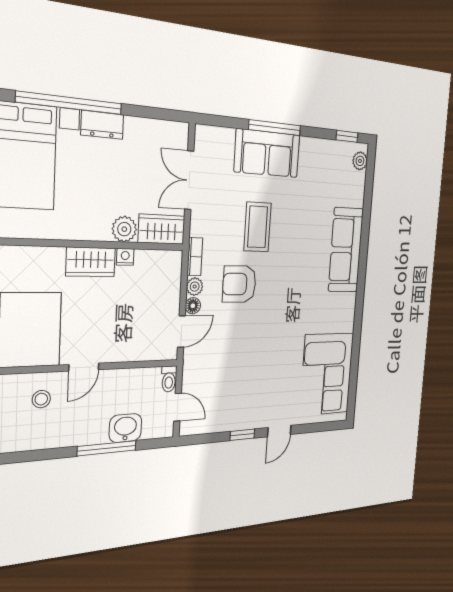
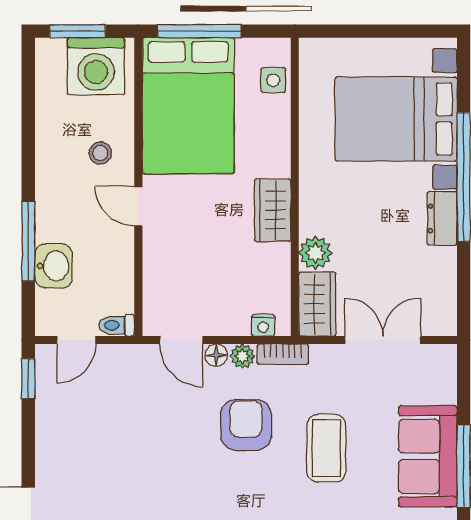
coffee table: (258, 227) -> (326, 448), turned 90
nightstand: (125, 257) -> (263, 325), moved, turned 90
window: (242, 435) -> (28, 379), moved

